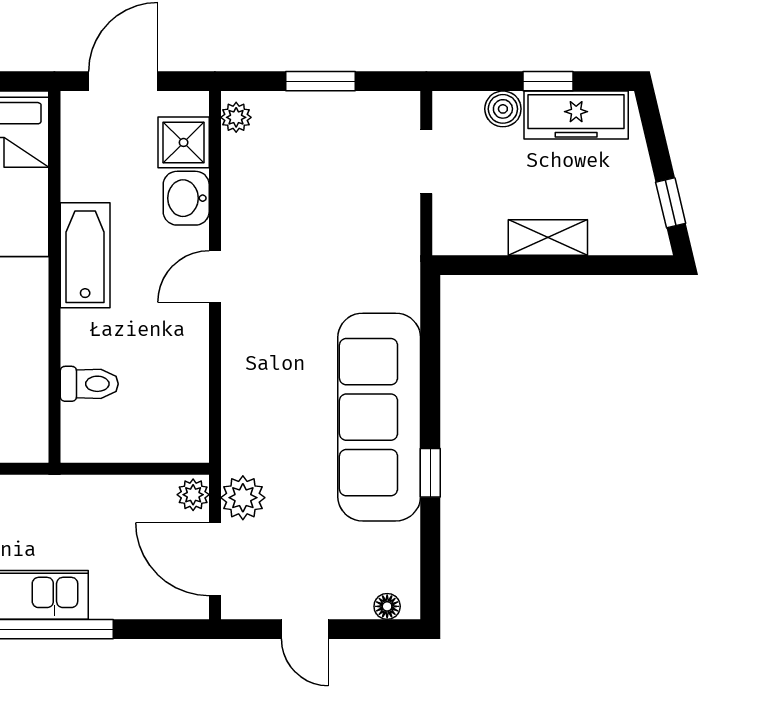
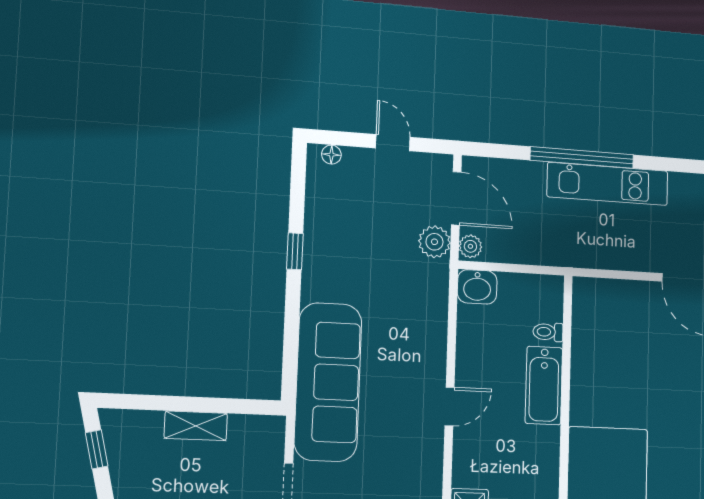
washbasin: (186, 198) -> (477, 287), moved, turned 90
bathtub: (85, 255) -> (544, 386), moved
toilet: (89, 384) -> (548, 332), width x0.73, depth x0.72
sofa: (379, 417) -> (328, 382), moved

